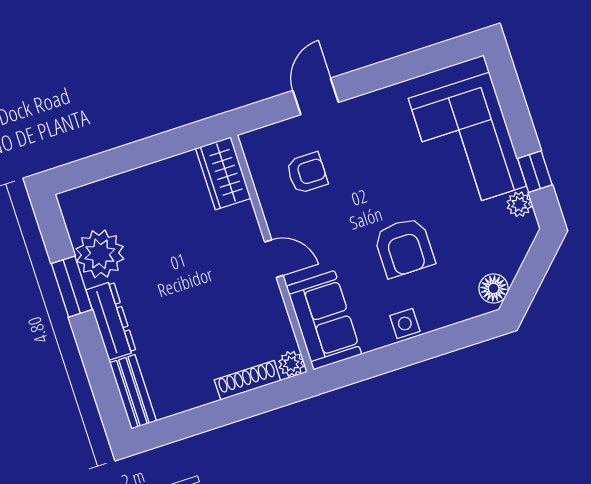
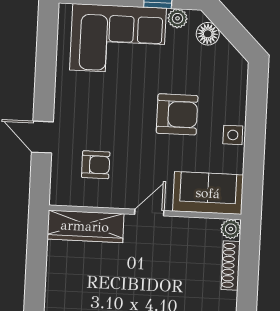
wardrobe: (223, 173) -> (85, 226), width x1.50
armchair: (307, 173) -> (96, 165), turned 90
floor lamp: (494, 288) -> (208, 34), moved

